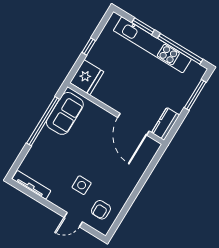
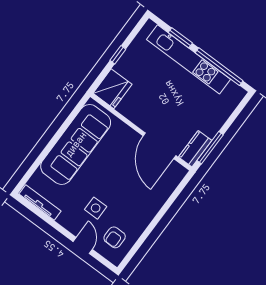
window: (195, 95) -> (210, 148), moved
sofa: (65, 113) -> (76, 144), width x1.85, depth x1.27
window: (43, 121) -> (59, 133), removed
door: (73, 220) -> (83, 245), swing flipped

